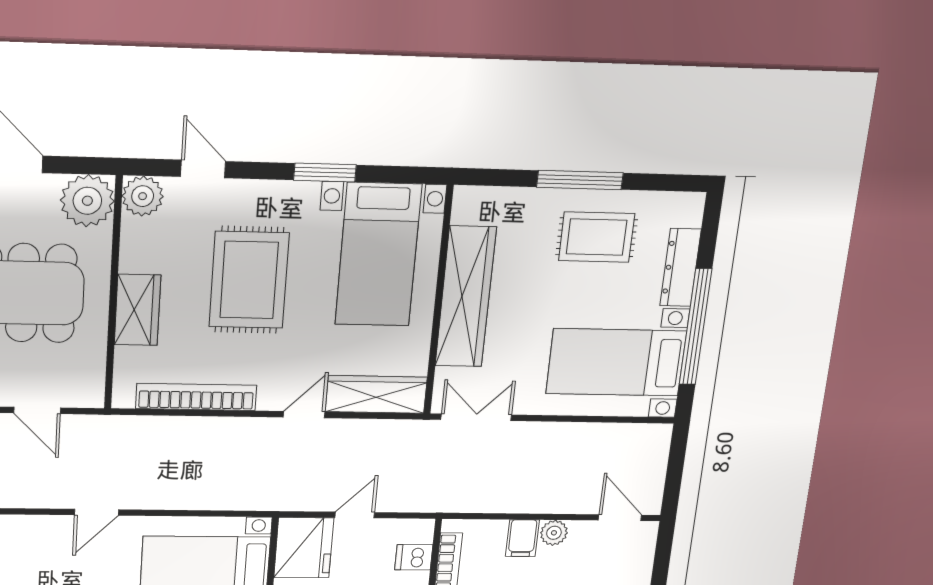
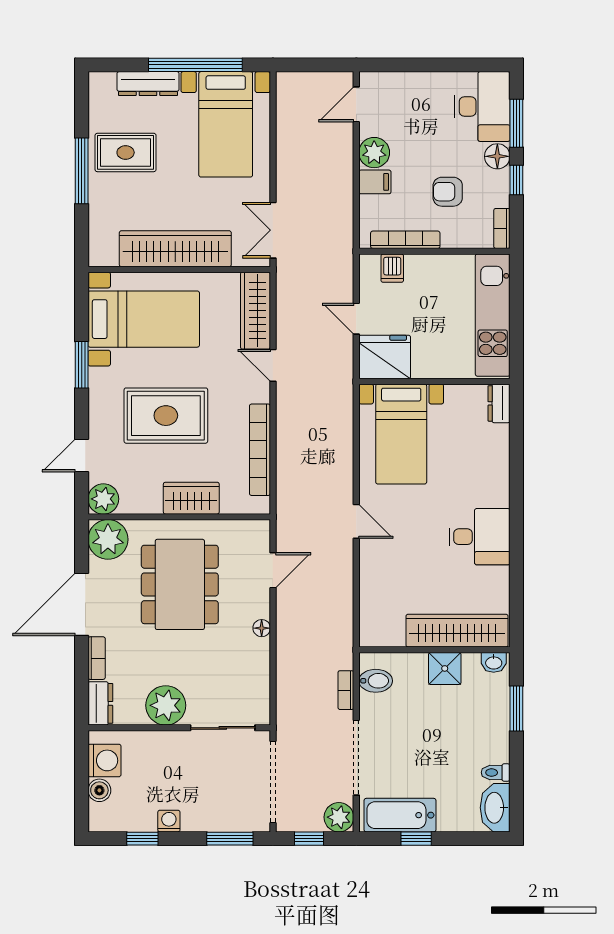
rug: (597, 237) -> (126, 152), turned 90
plant: (554, 533) -> (374, 153), width x1.38, depth x1.38

